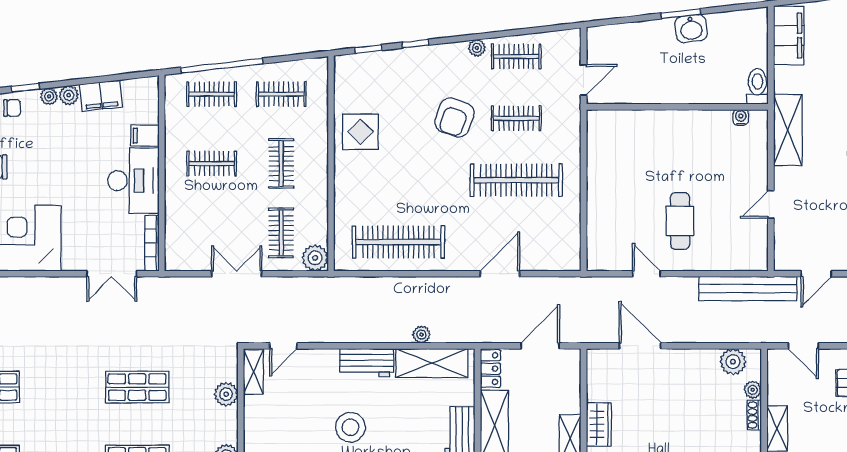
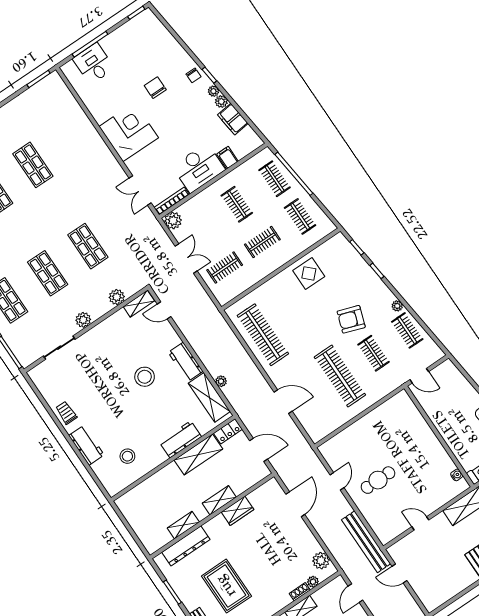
plant: (315, 258) -> (173, 221), moved

